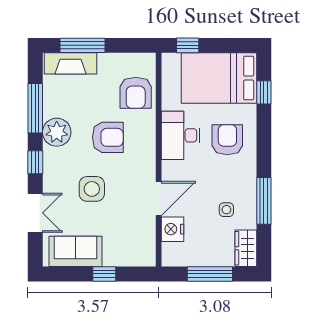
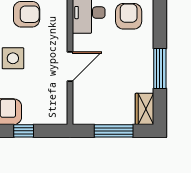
side table: (226, 210) -> (128, 76), removed
nightstand: (173, 229) -> (82, 93), removed

